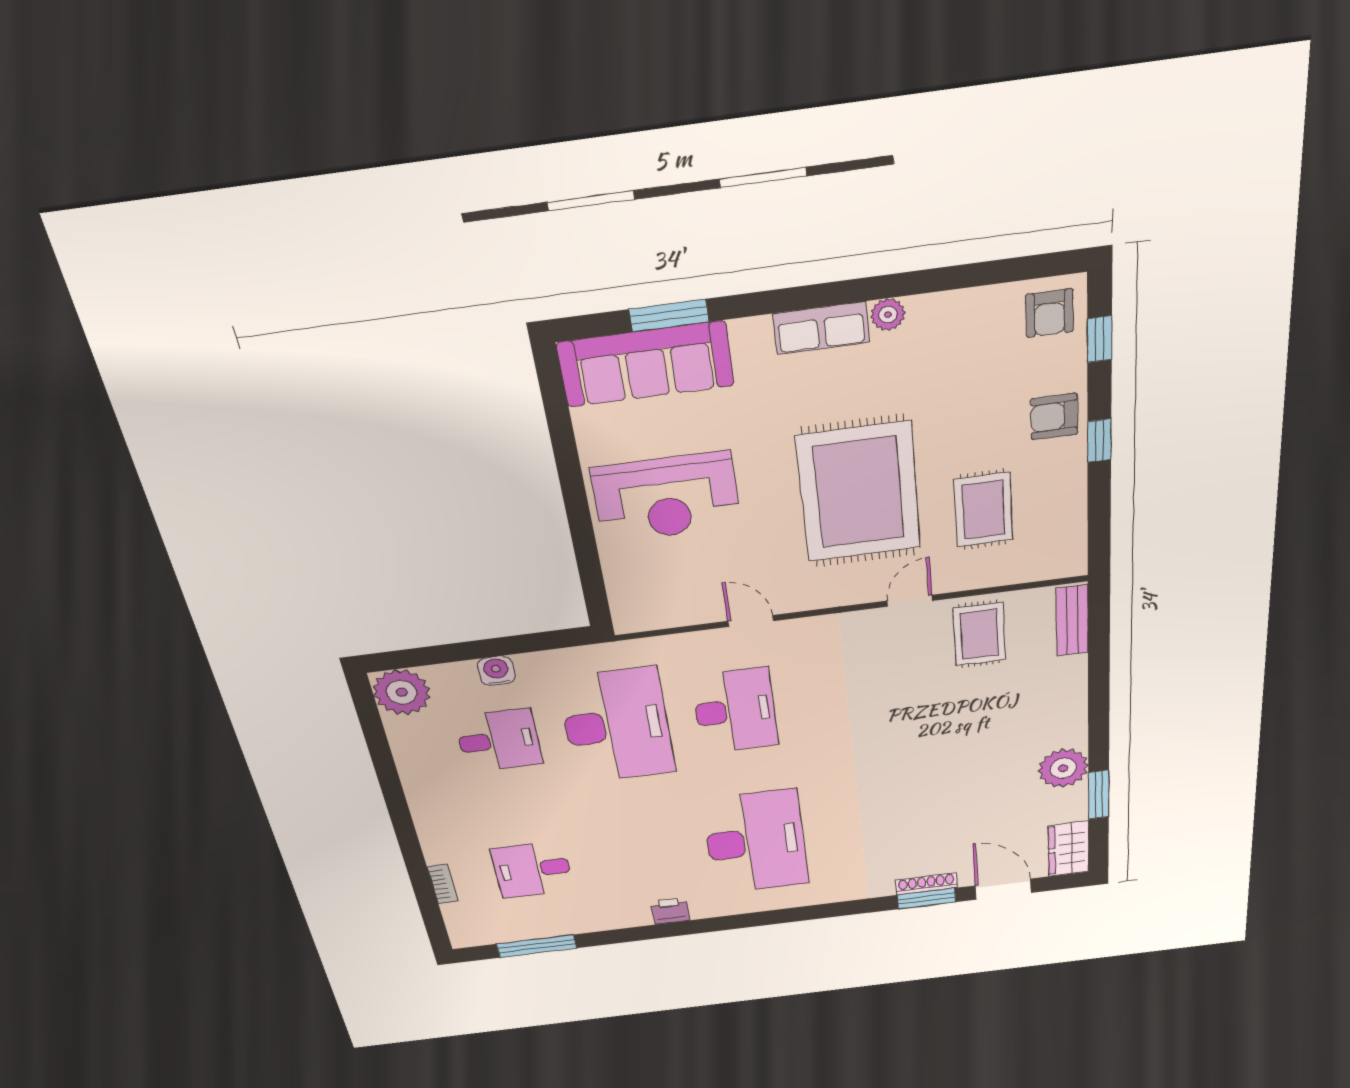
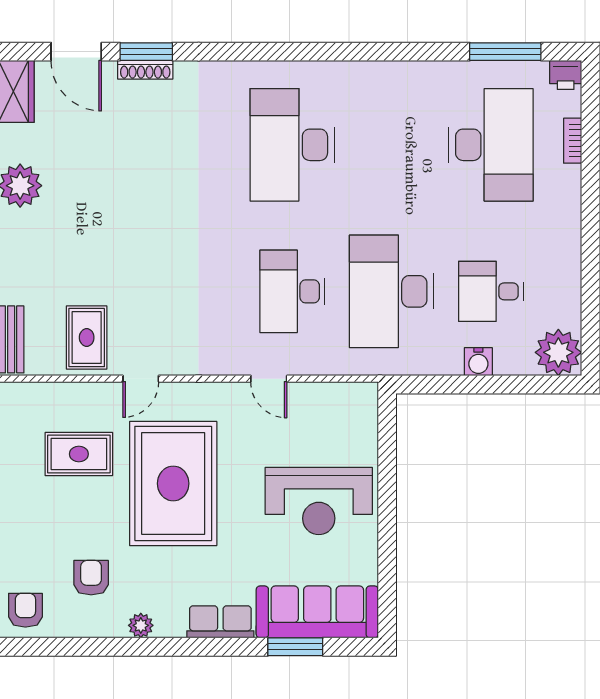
row of seats: (821, 328) -> (220, 622), moved
armchair: (1054, 417) -> (91, 578), moved, turned -90
reception desk: (666, 497) -> (319, 501), turned 180
rug: (983, 510) -> (79, 454), turned 90
desk: (533, 869) -> (491, 145), width x1.87, depth x1.30
printer: (670, 911) -> (566, 75), moved

